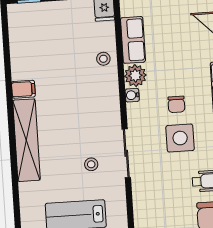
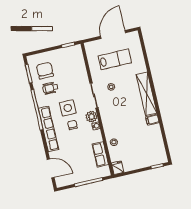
plant: (135, 76) -> (91, 117), moved

